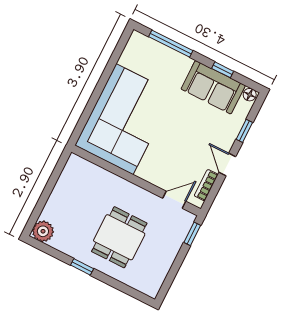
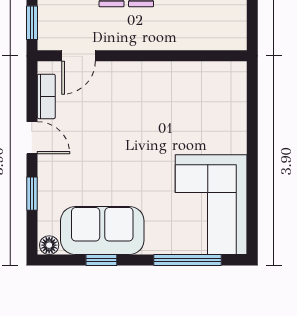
corner sofa: (124, 119) -> (211, 205), moved, width x0.73, depth x0.74

